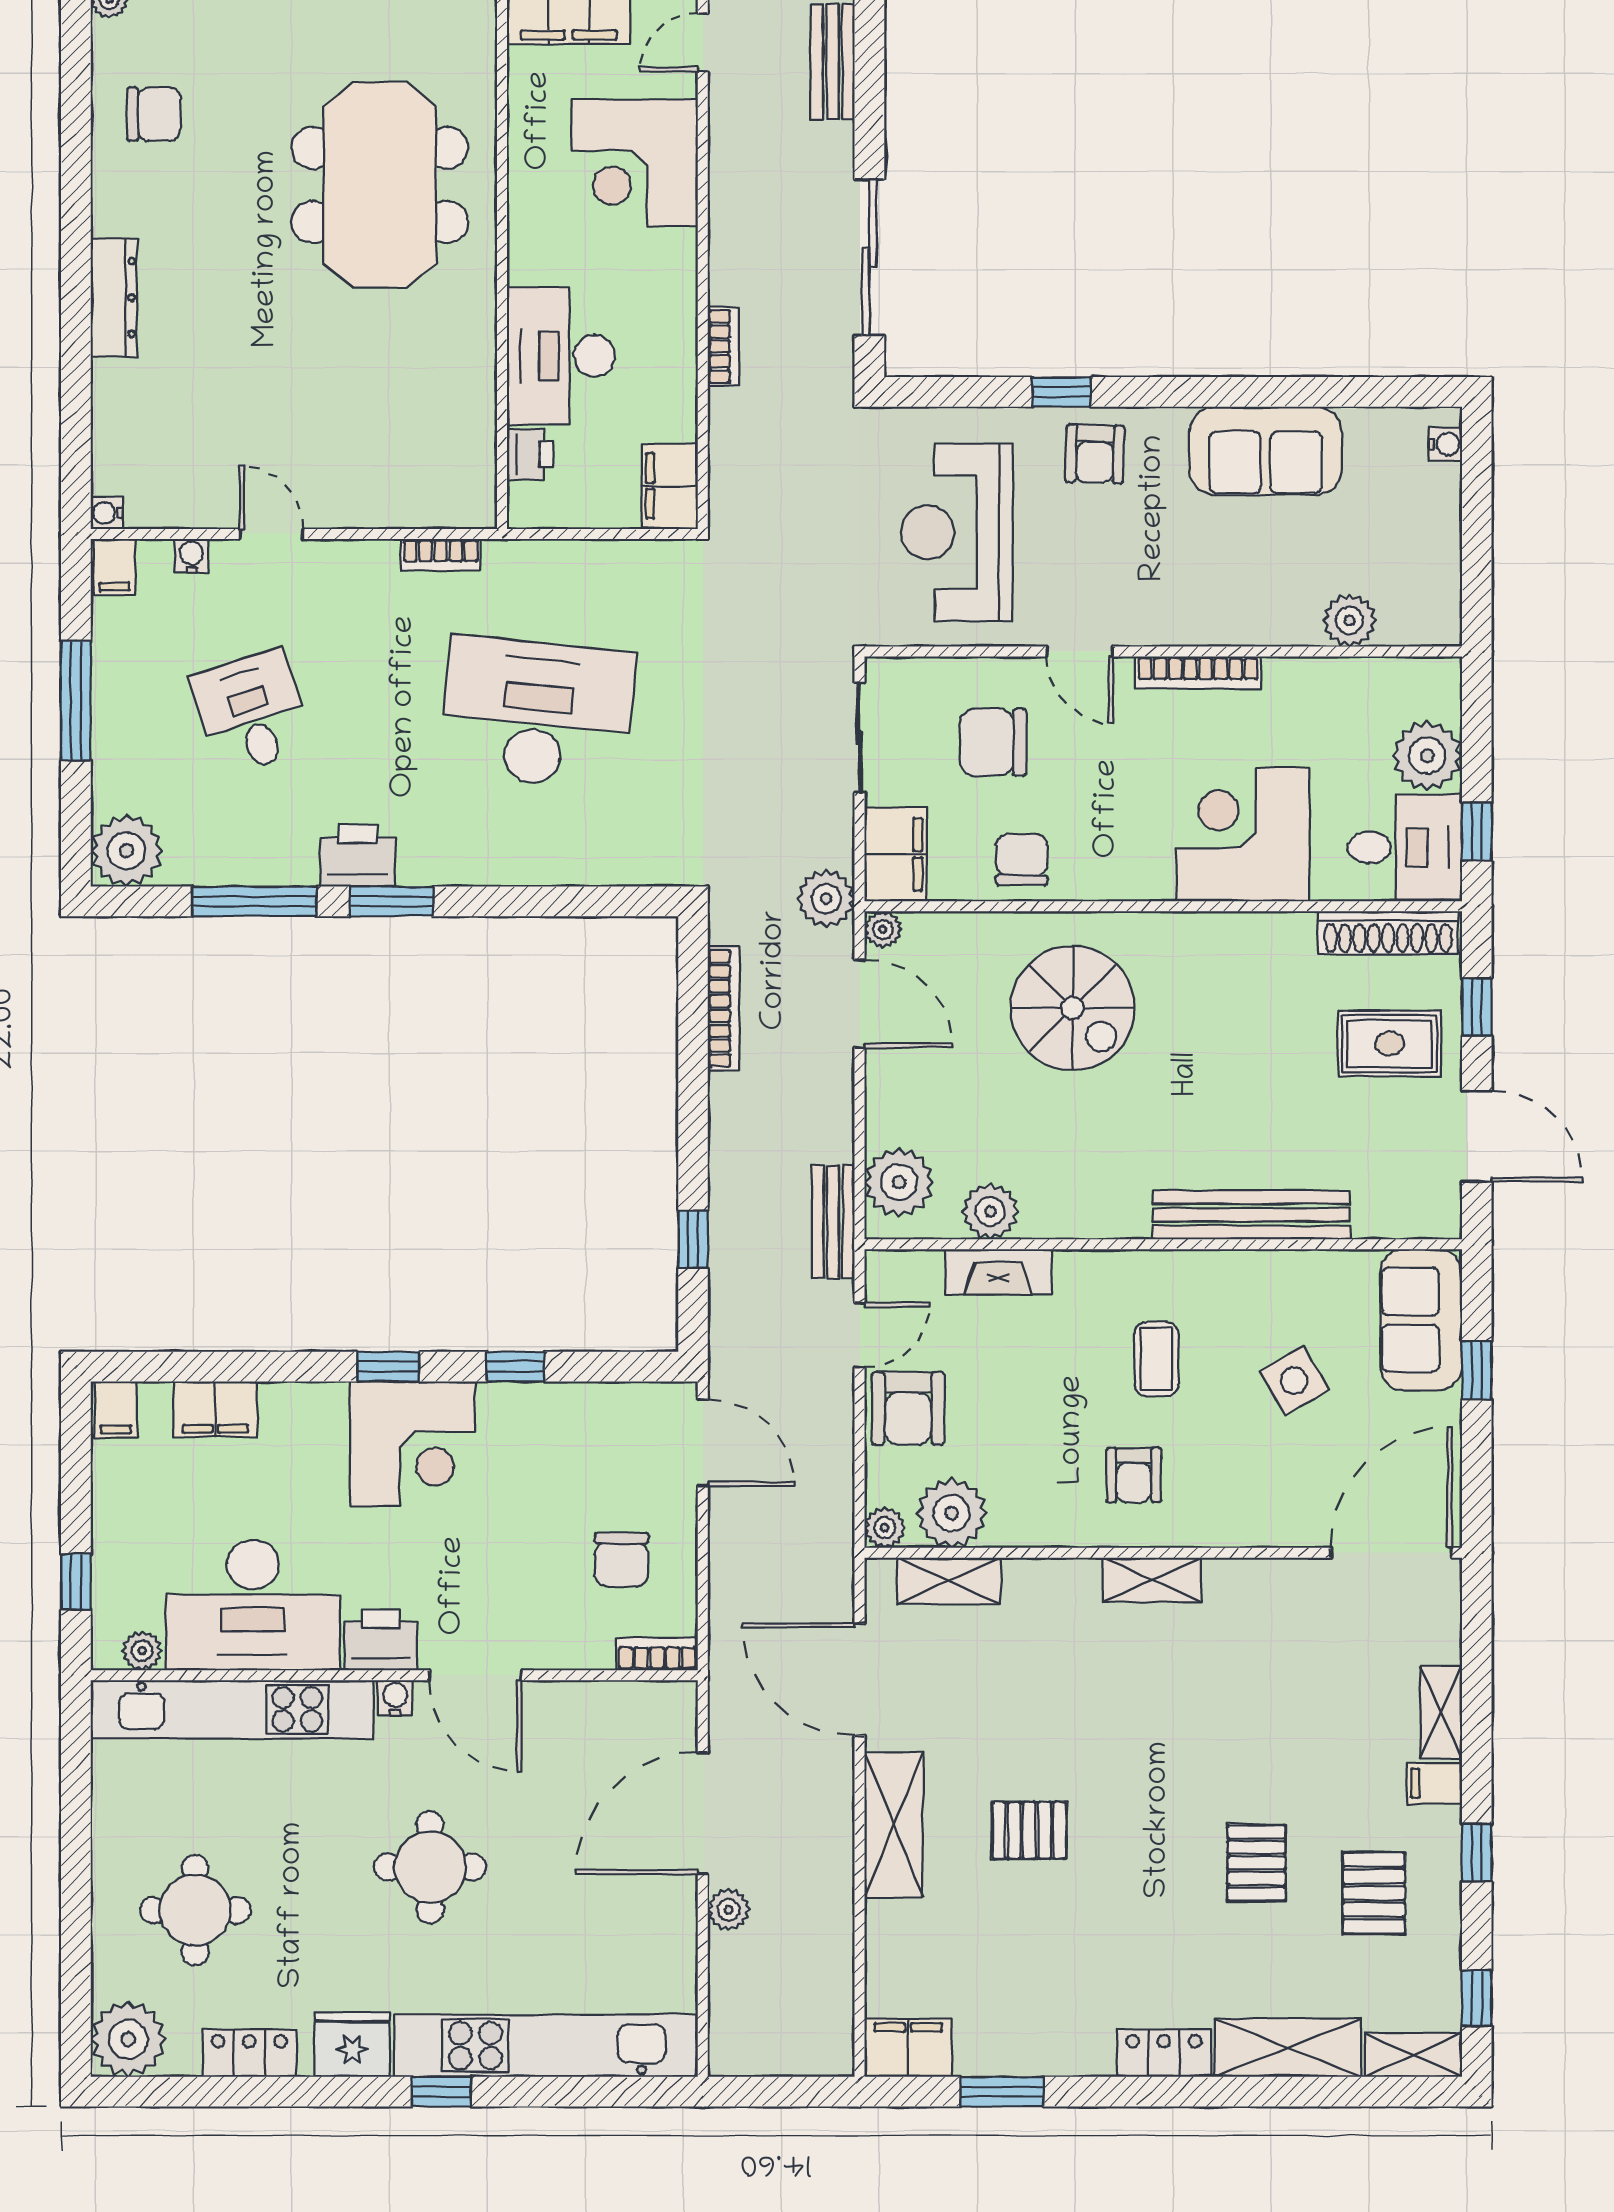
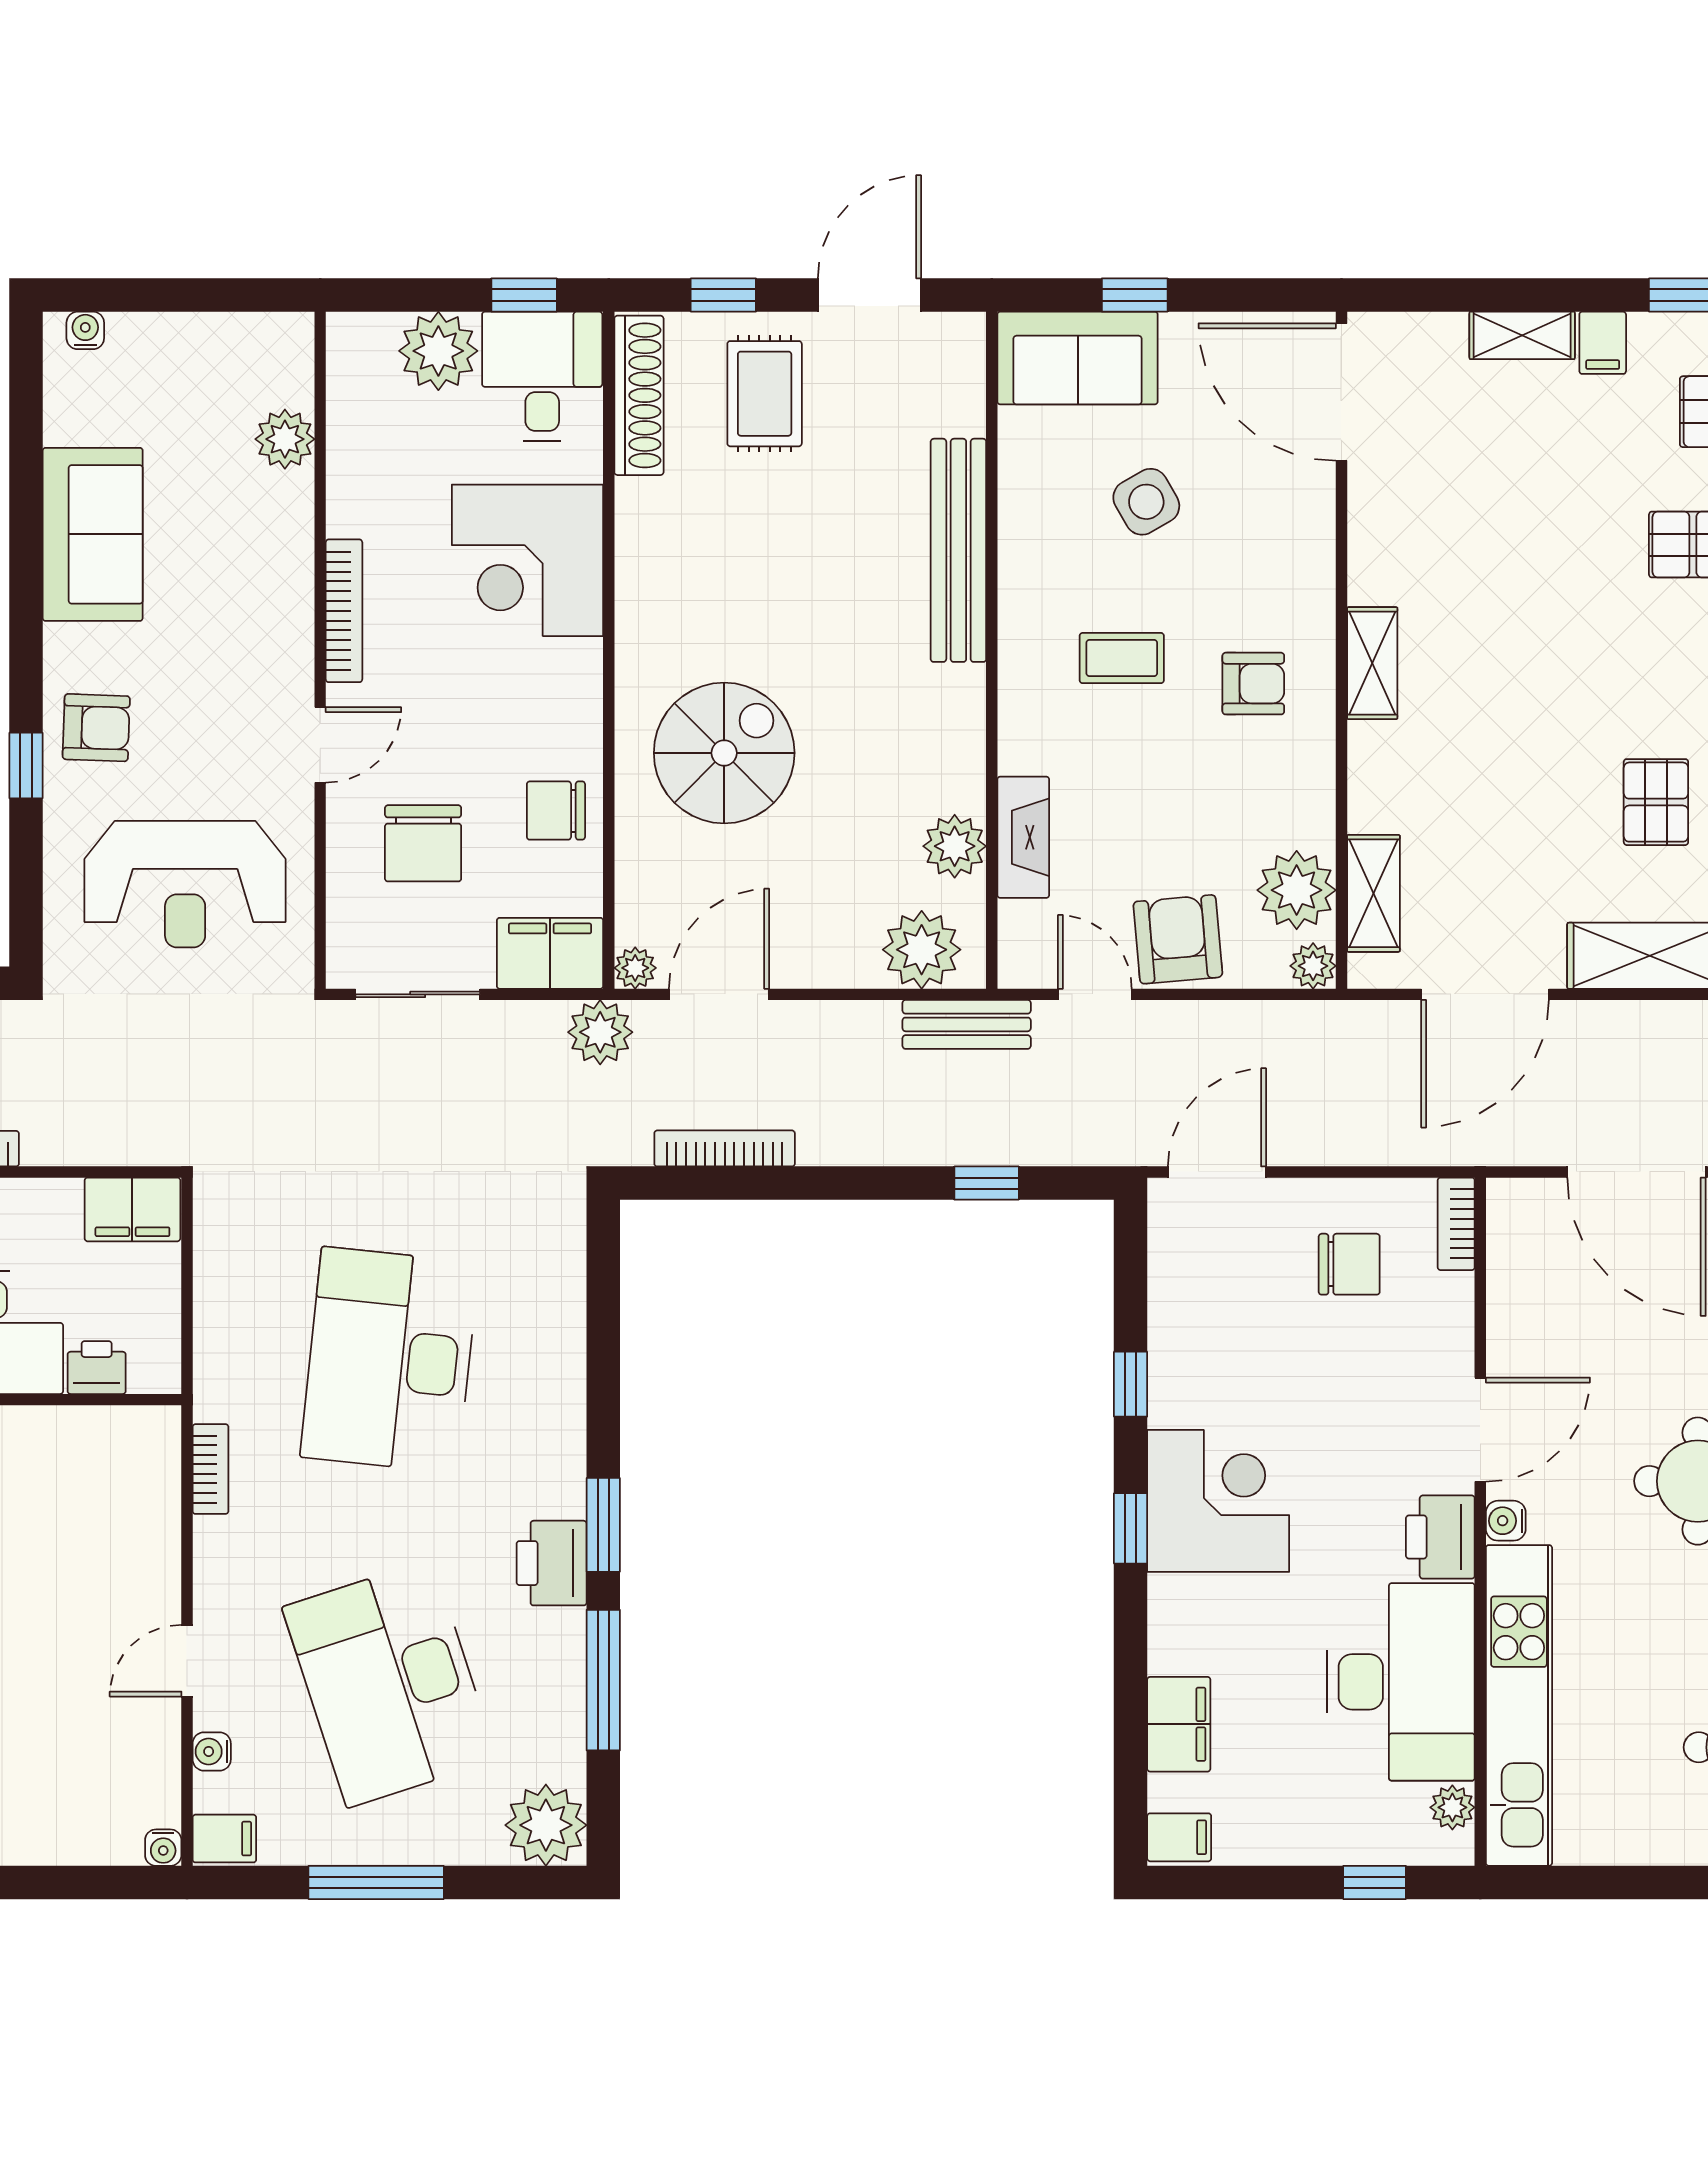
desk: (251, 713) -> (390, 1683), width x1.87, depth x1.30
armchair: (908, 1408) -> (1178, 939), turned -95

